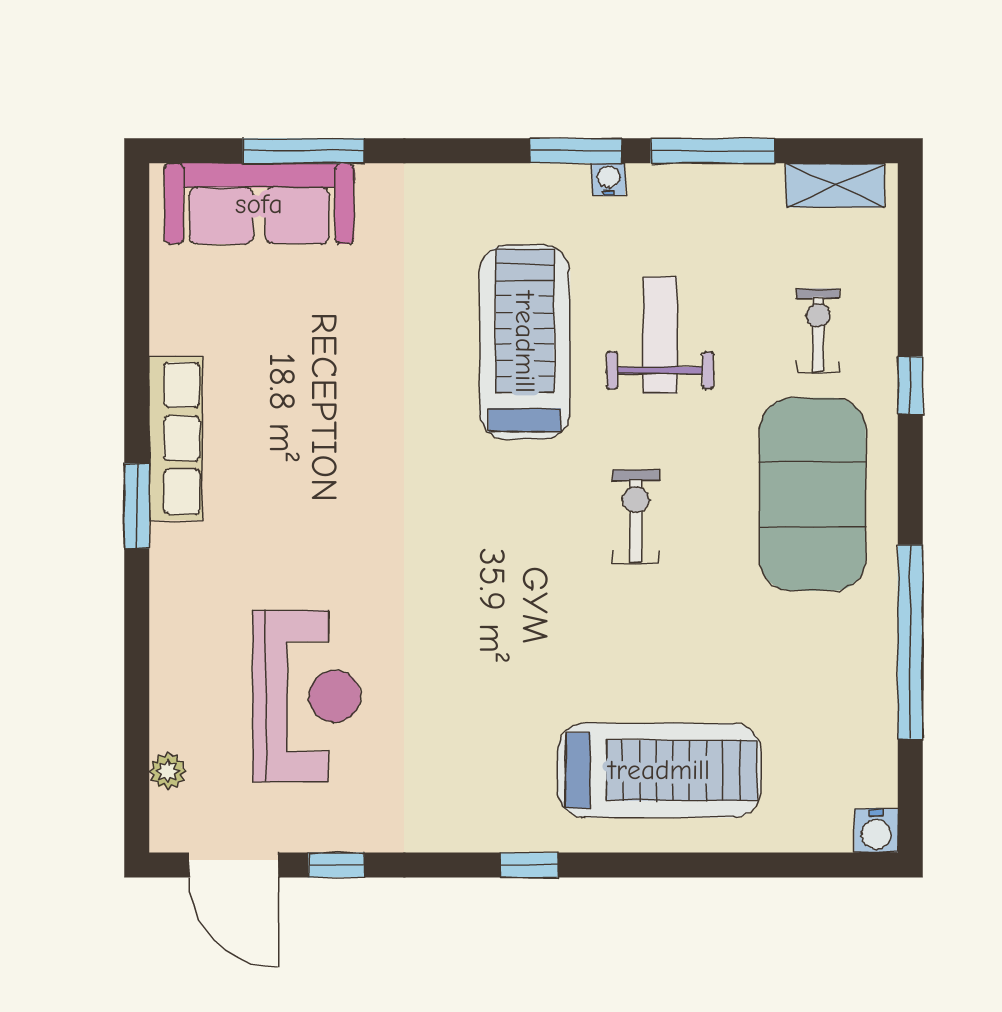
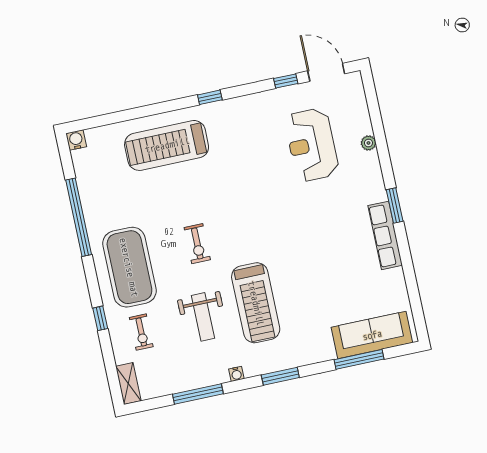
window: (576, 151) -> (280, 376), moved
shelving: (835, 185) -> (128, 384), moved, turned 90
plant: (168, 771) -> (368, 143), moved

